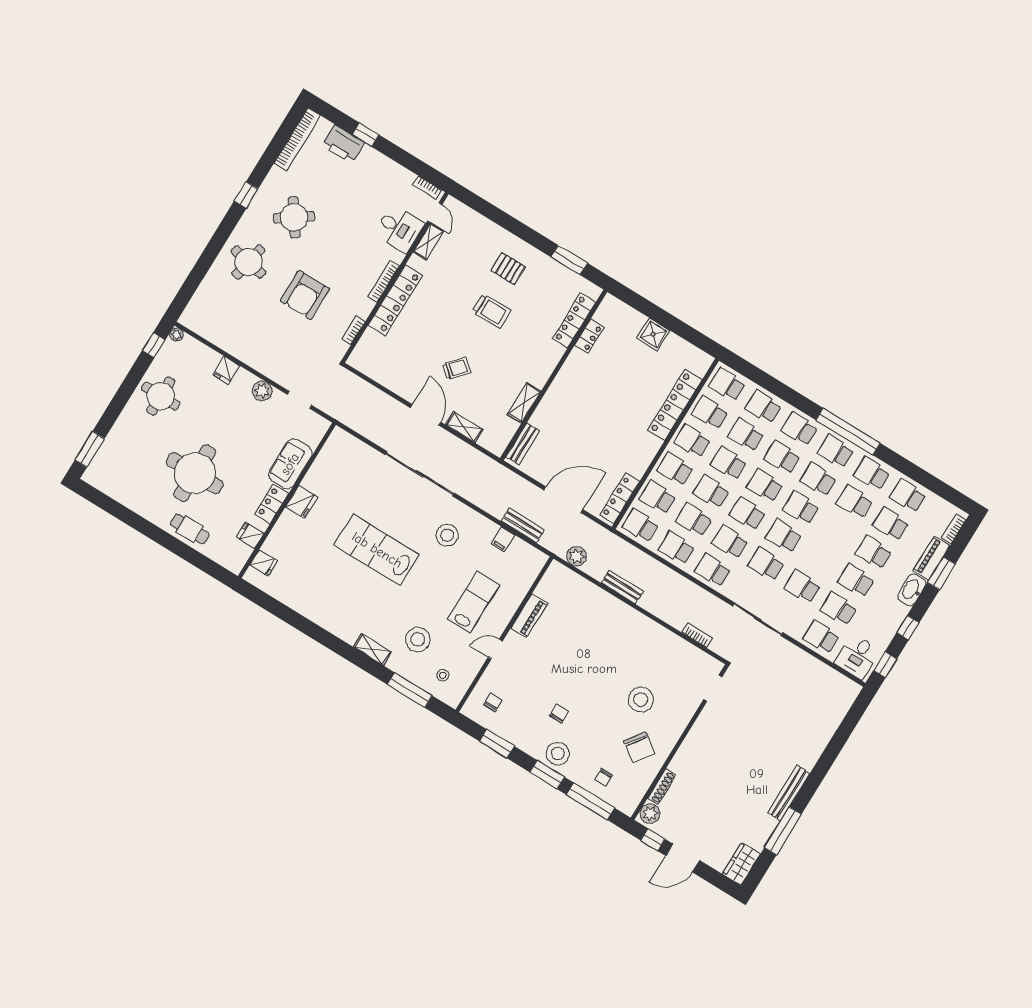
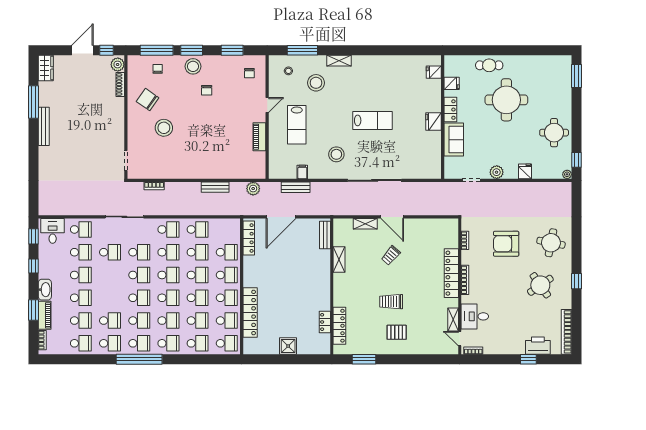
armchair: (305, 295) -> (506, 244), turned -90
school desk: (640, 526) -> (227, 229), removed
lab bench: (377, 550) -> (372, 120), width x0.73, depth x0.72

